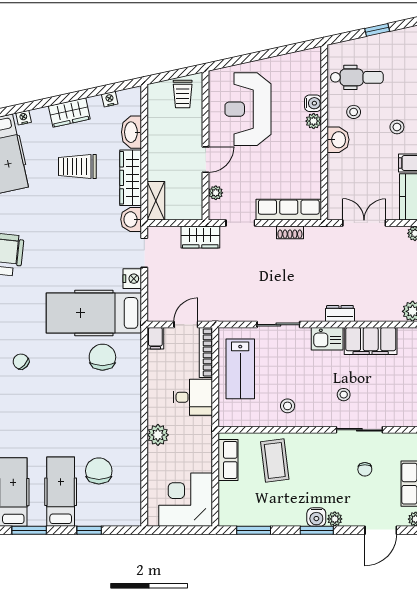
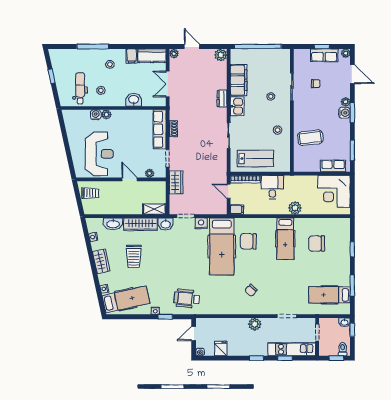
reception desk: (248, 109) -> (99, 154), turned -90
washbasin: (338, 140) -> (134, 100), moved
row of seats: (228, 460) -> (333, 166), moved
hospital bed: (61, 492) -> (285, 239), moved, turned -90

